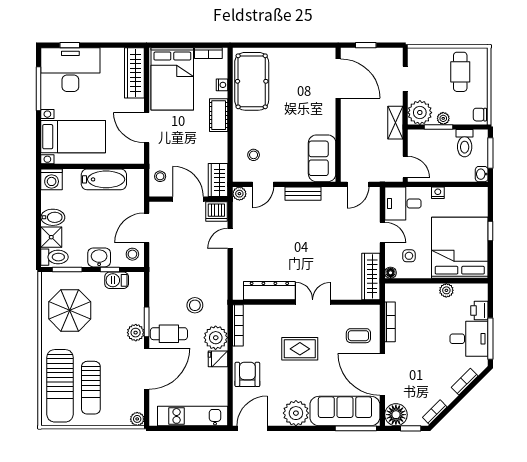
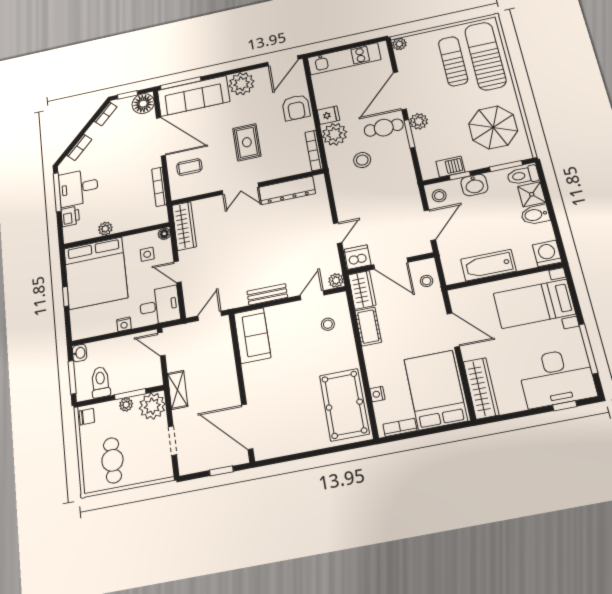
cot: (219, 115) -> (368, 327), moved
rug: (300, 349) -> (247, 142), turned 90

